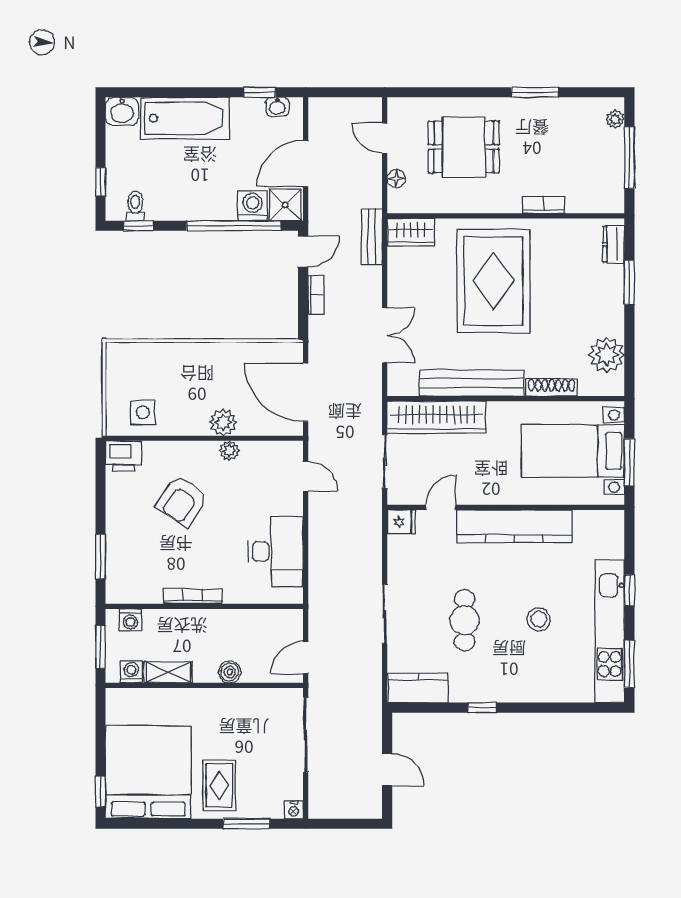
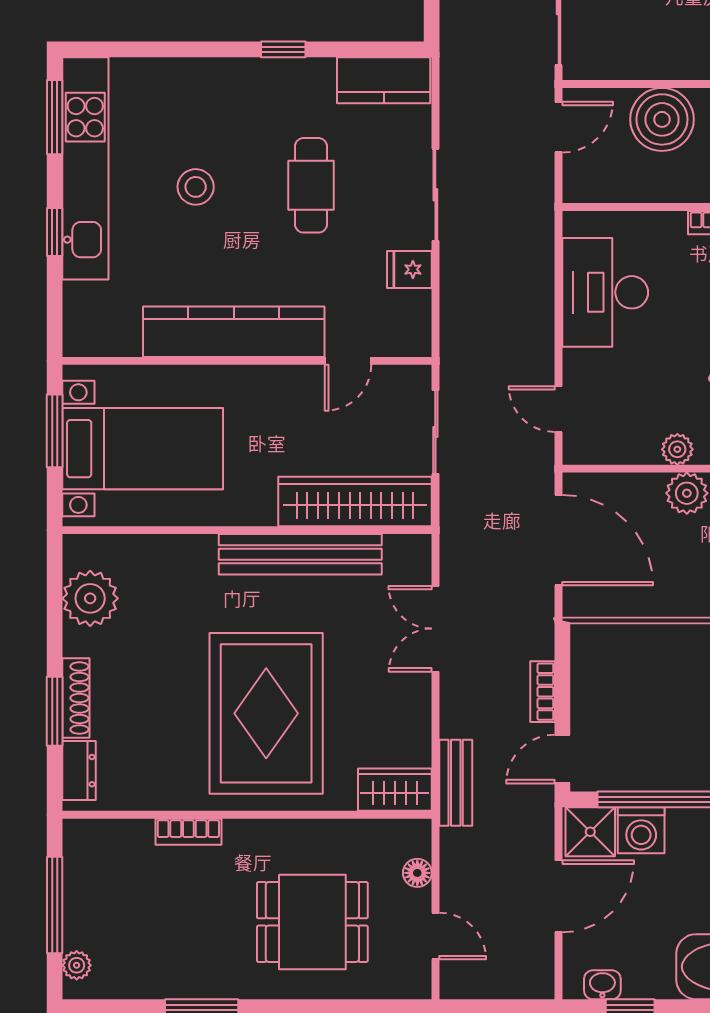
shoe rack: (552, 388) -> (76, 698), moved, turned -90
fridge: (401, 522) -> (409, 269), moved
boiler: (230, 672) -> (662, 119), width x1.86, depth x1.86

